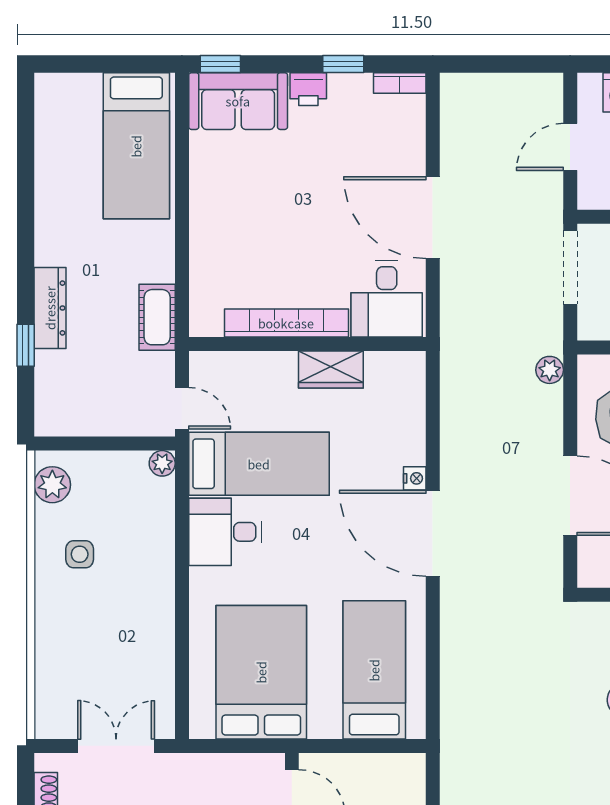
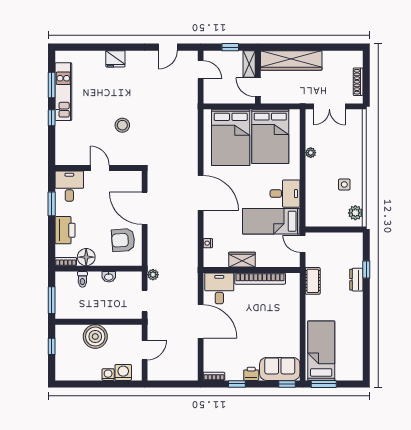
window: (130, 64) -> (324, 384), added
doorway: (570, 268) -> (145, 301), width x0.73
dresser: (50, 308) -> (356, 280), width x0.70
plant: (550, 370) -> (153, 275), moved
plant: (162, 463) -> (311, 153), moved
nightstand: (415, 478) -> (208, 243), moved
bed: (374, 670) -> (231, 137), width x1.50

